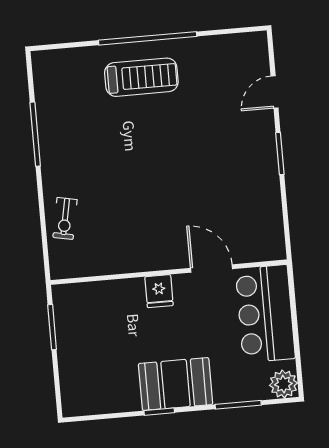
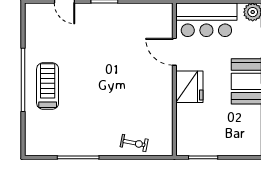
door: (211, 269) -> (174, 52), hinge flipped
fridge: (159, 291) -> (189, 87), width x1.88, depth x1.34

